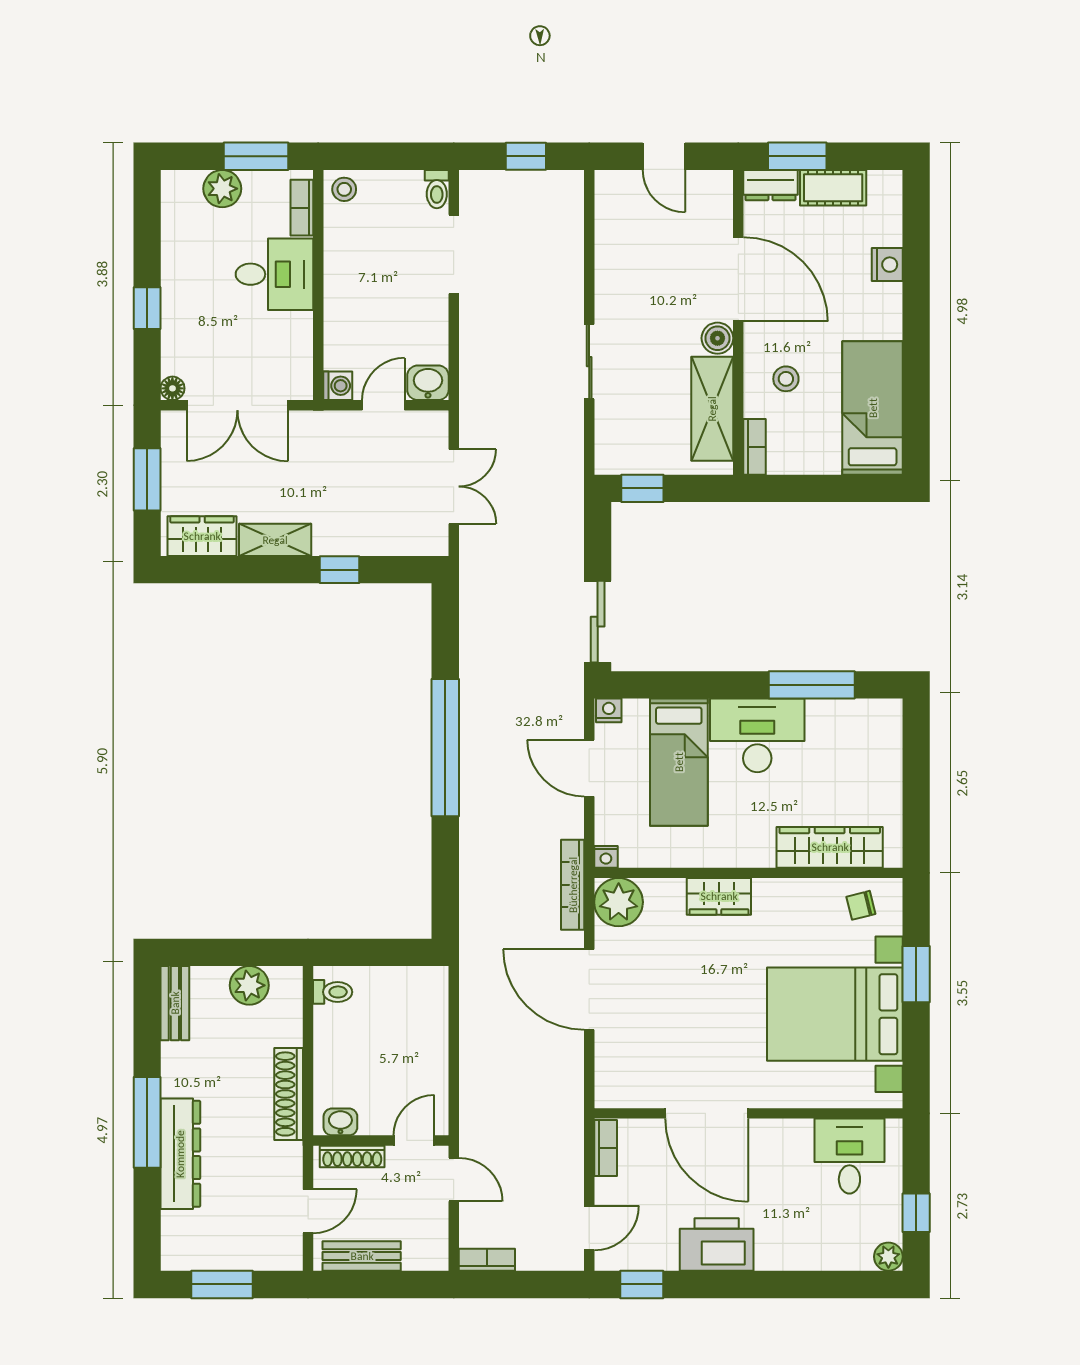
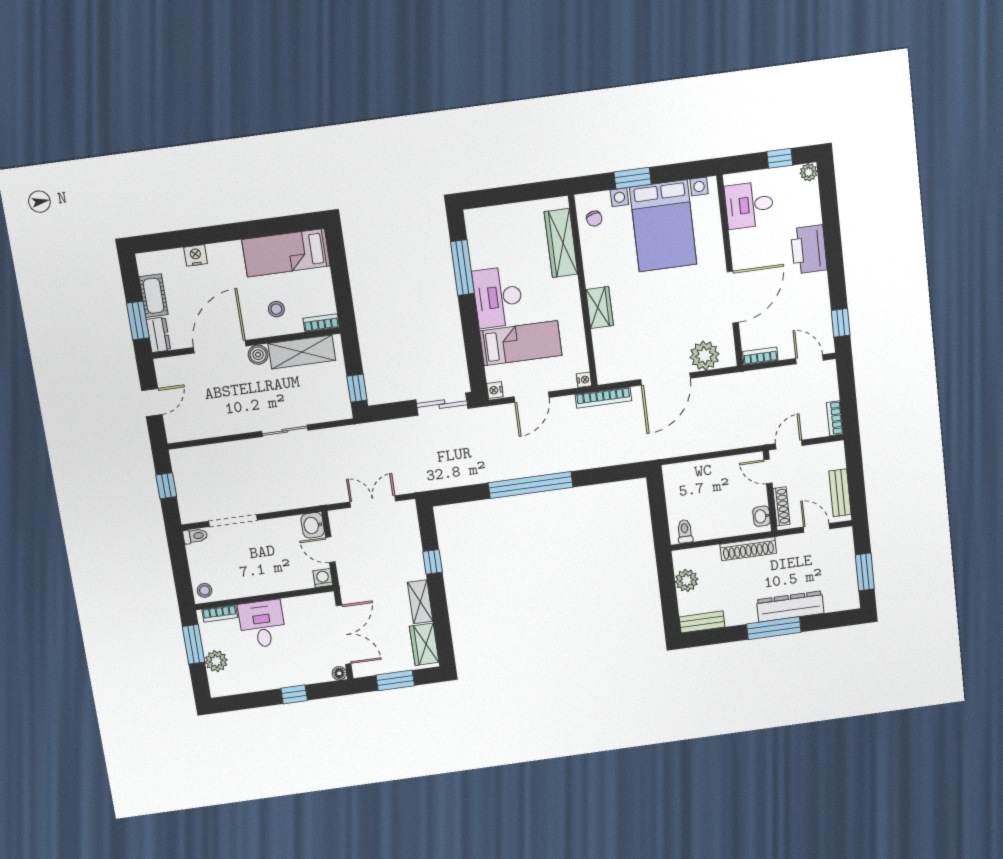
plant: (619, 902) -> (704, 356), moved
printer: (717, 1244) -> (809, 249), moved

